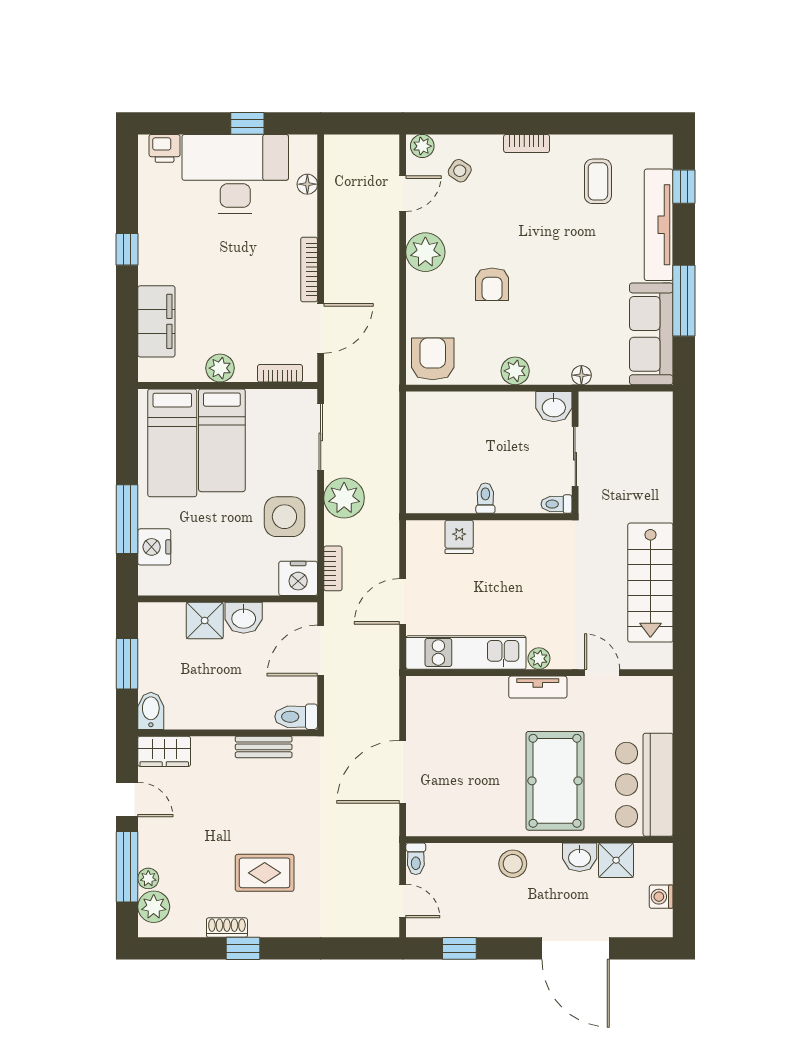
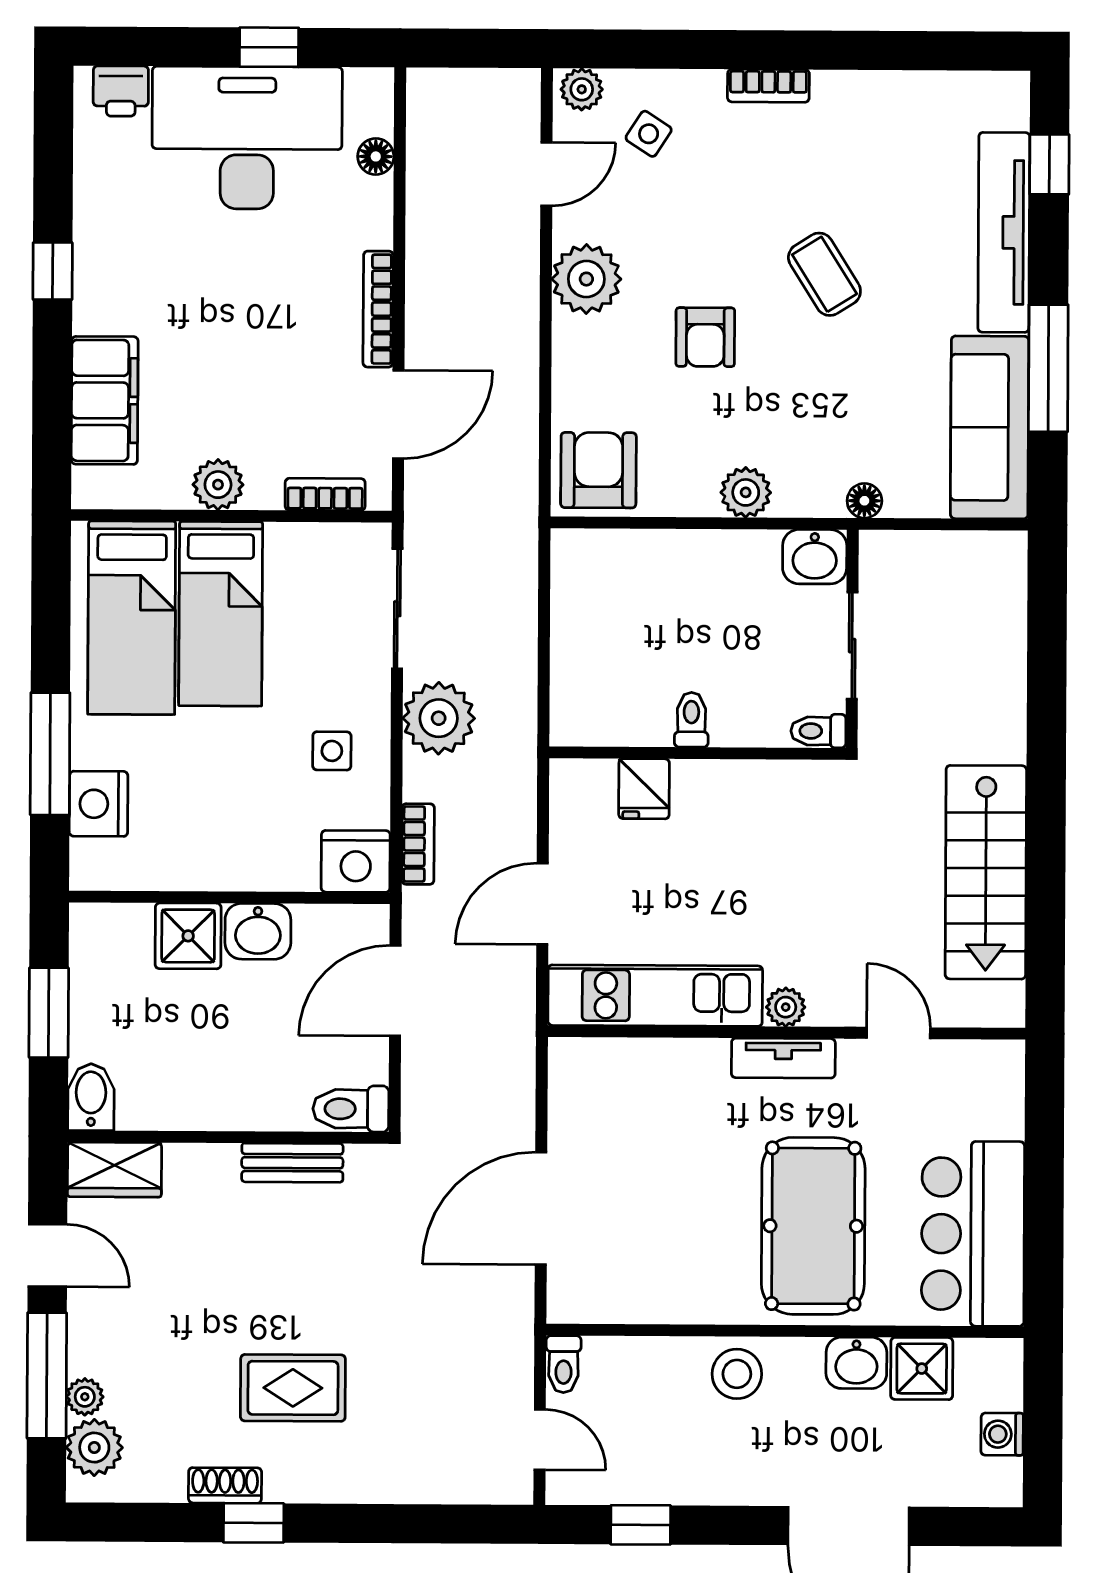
coffee table: (598, 181) -> (824, 274), moved, turned -32
side table: (284, 517) -> (332, 751), width x0.54, depth x0.54

